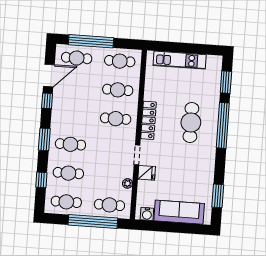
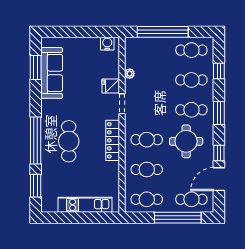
round table: (78, 114) -> (186, 141), added
cafe table: (109, 205) -> (147, 50), removed
sofa: (179, 212) -> (52, 73), moved, turned -90

